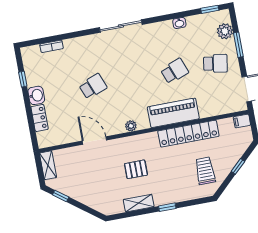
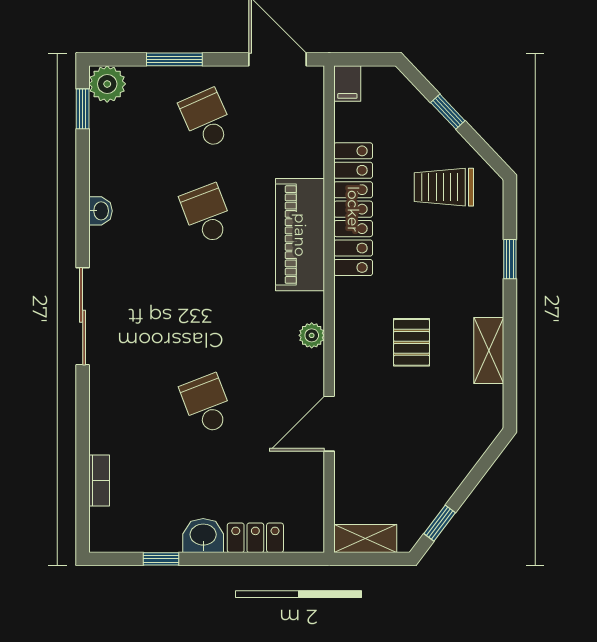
washbasin: (179, 23) -> (100, 211), moved
plant: (225, 31) -> (107, 84), moved
school desk: (215, 63) -> (207, 119), turned -33
window: (167, 207) -> (510, 259), moved

